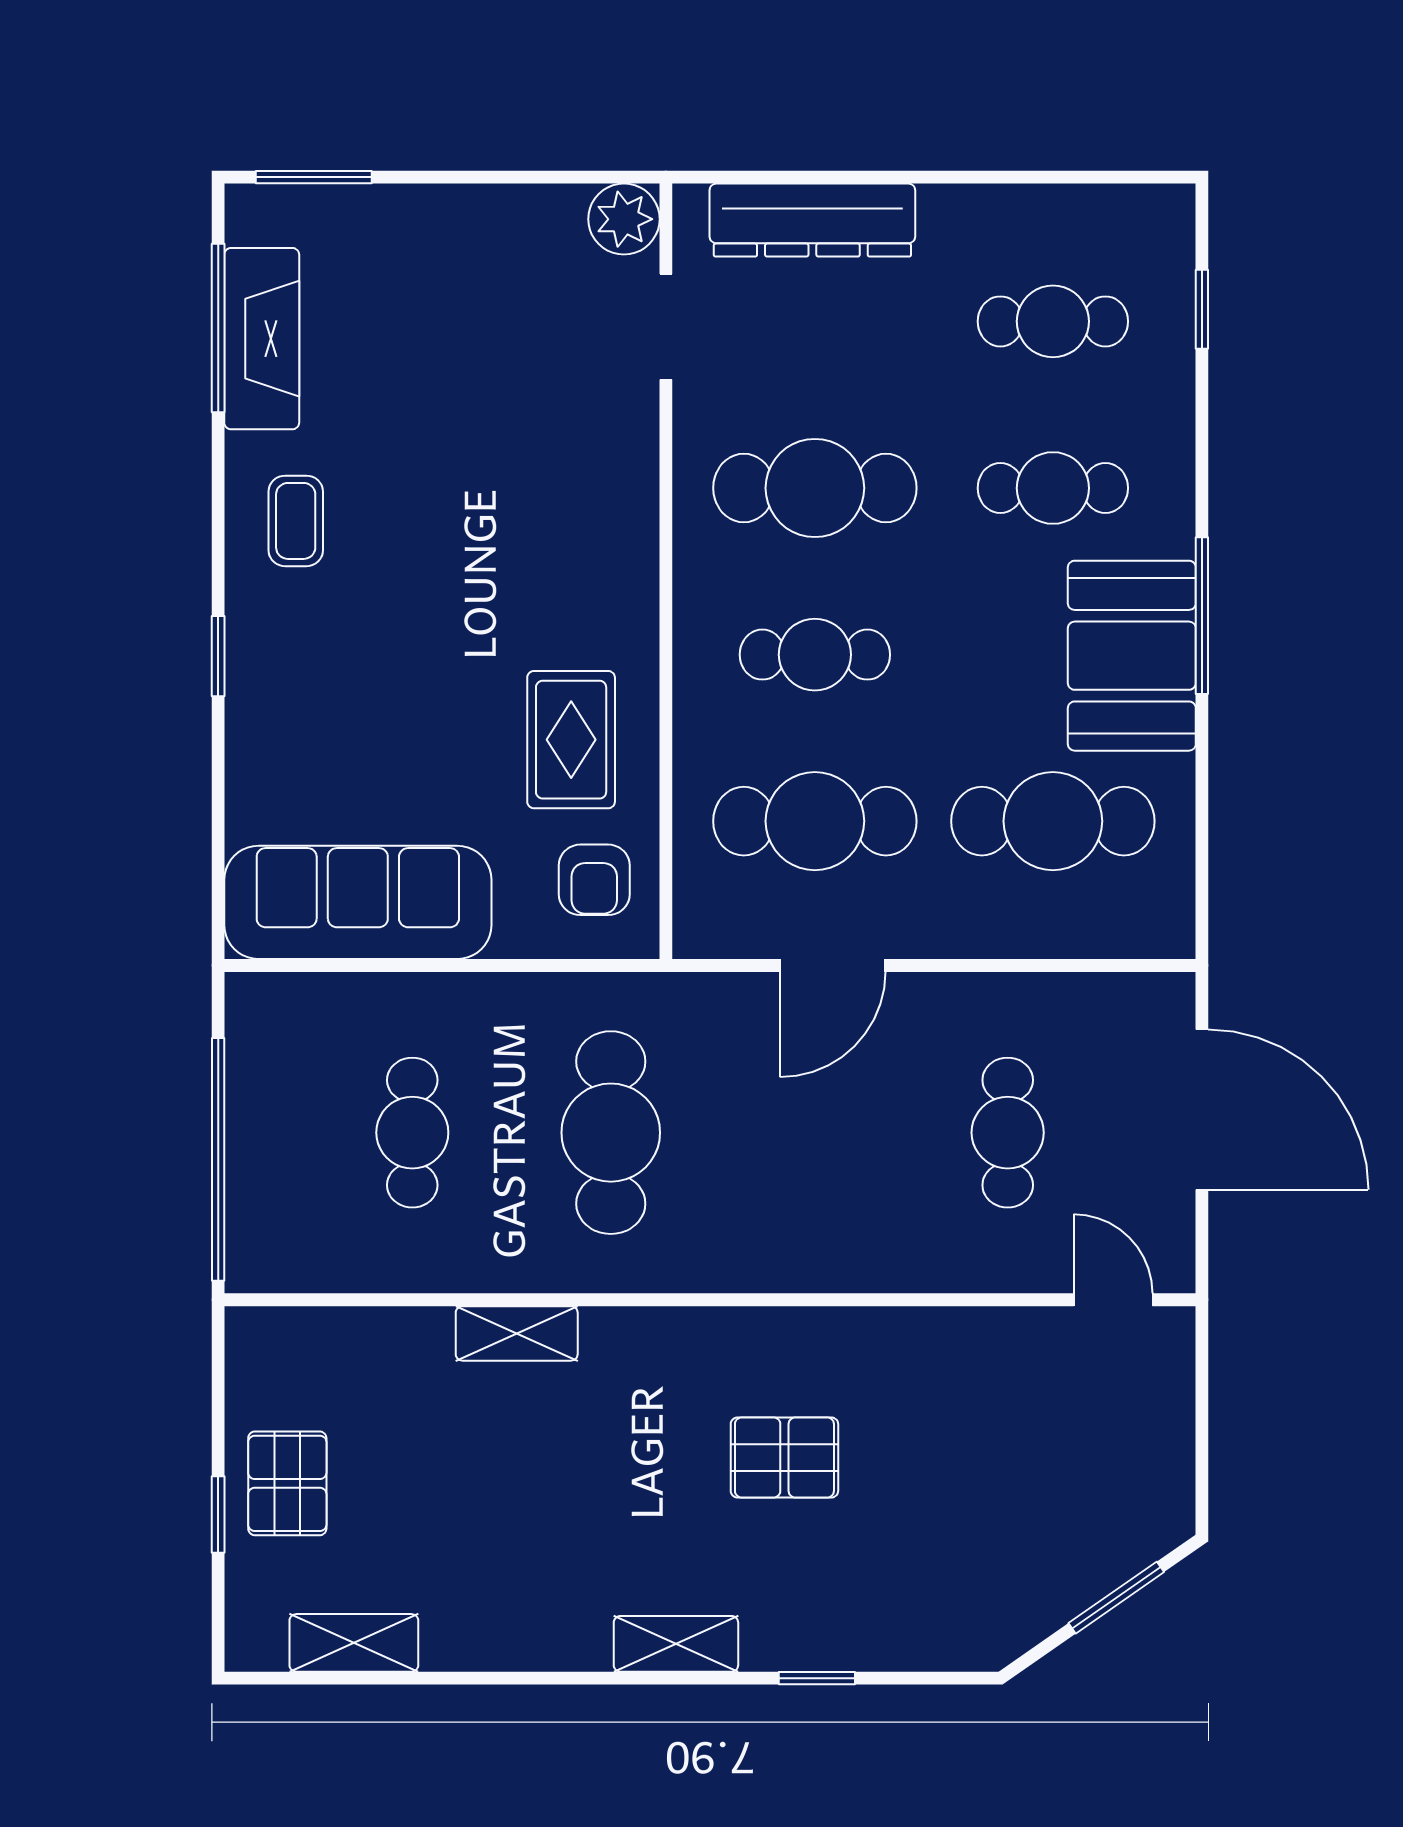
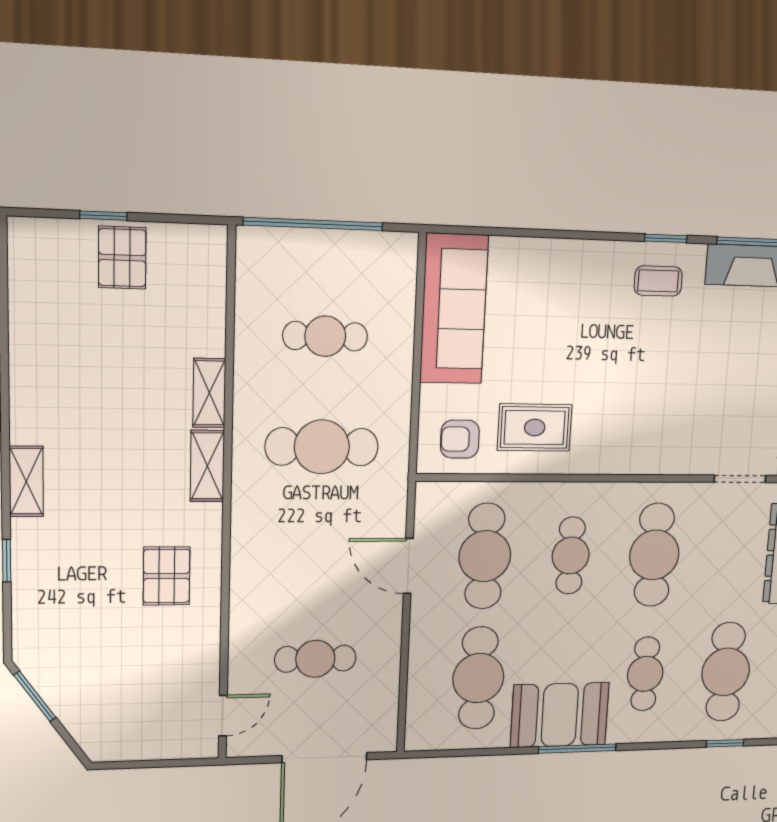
cafe table: (1053, 321) -> (726, 672), width x1.37, depth x1.35
window: (218, 656) -> (666, 238), moved
pallet: (784, 1457) -> (167, 576), moved
pallet: (287, 1483) -> (122, 258), turned 90
window: (1116, 1598) -> (35, 696), moved
shelving: (354, 1643) -> (207, 466), moved

